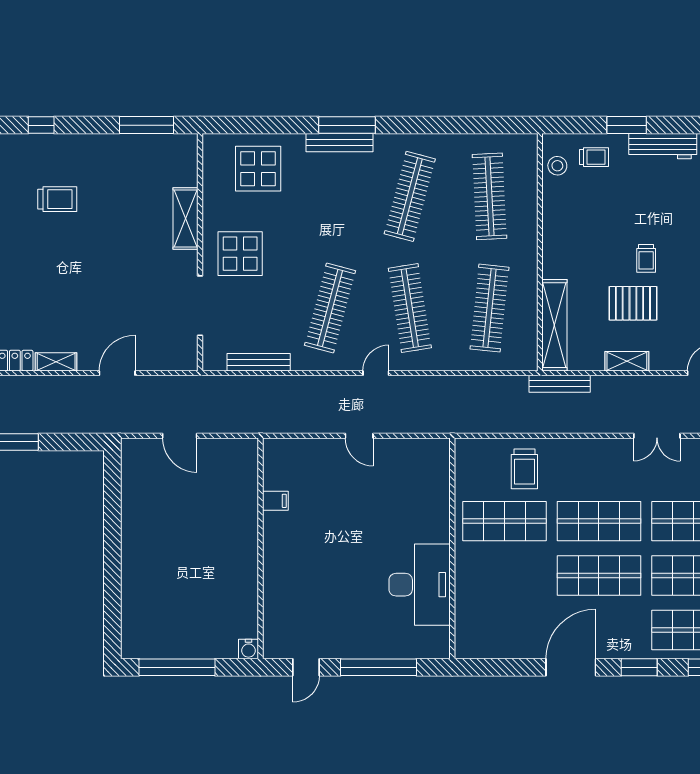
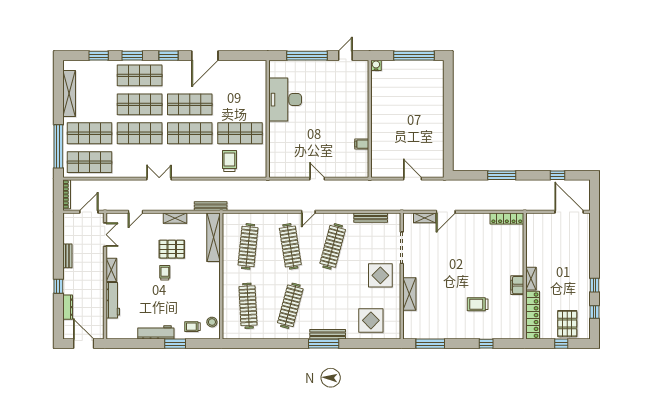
shelving: (56, 362) -> (425, 218), moved

